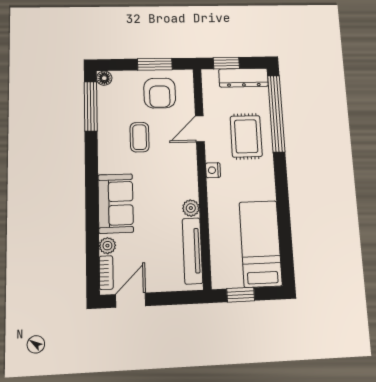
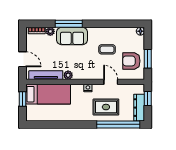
window: (91, 106) -> (69, 24), moved
bed: (261, 244) -> (48, 94), moved
door: (131, 300) -> (23, 59), moved

